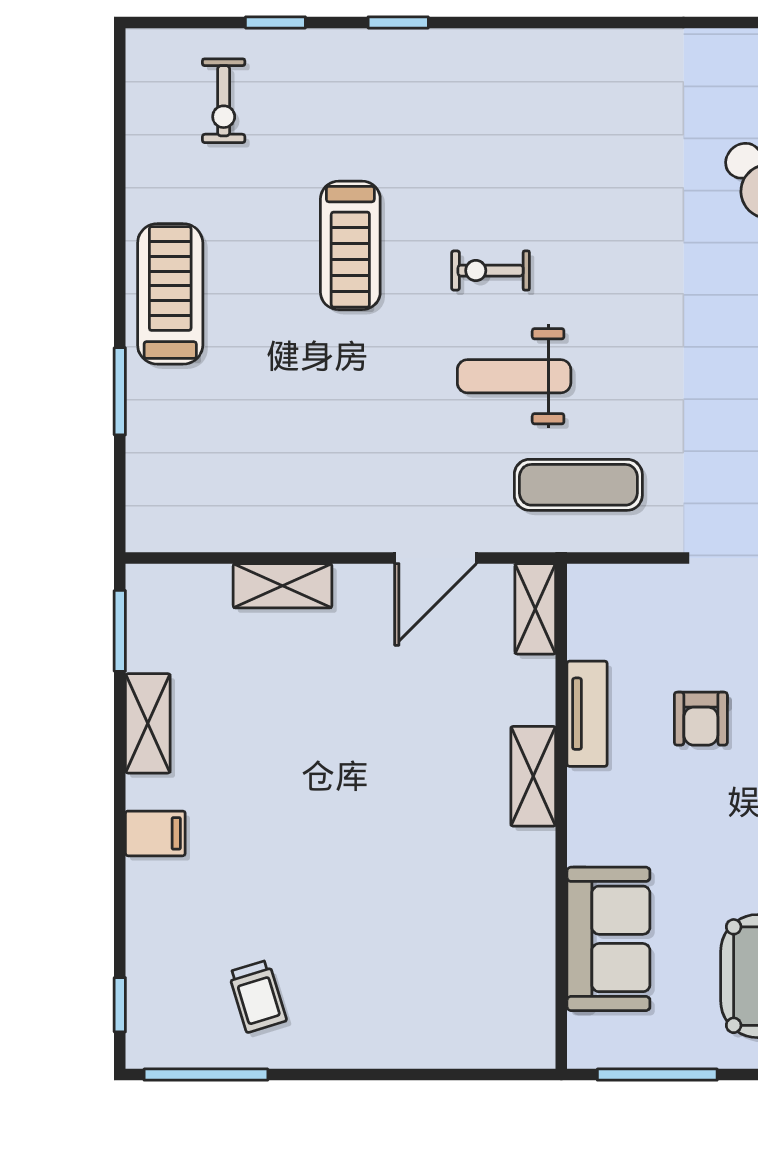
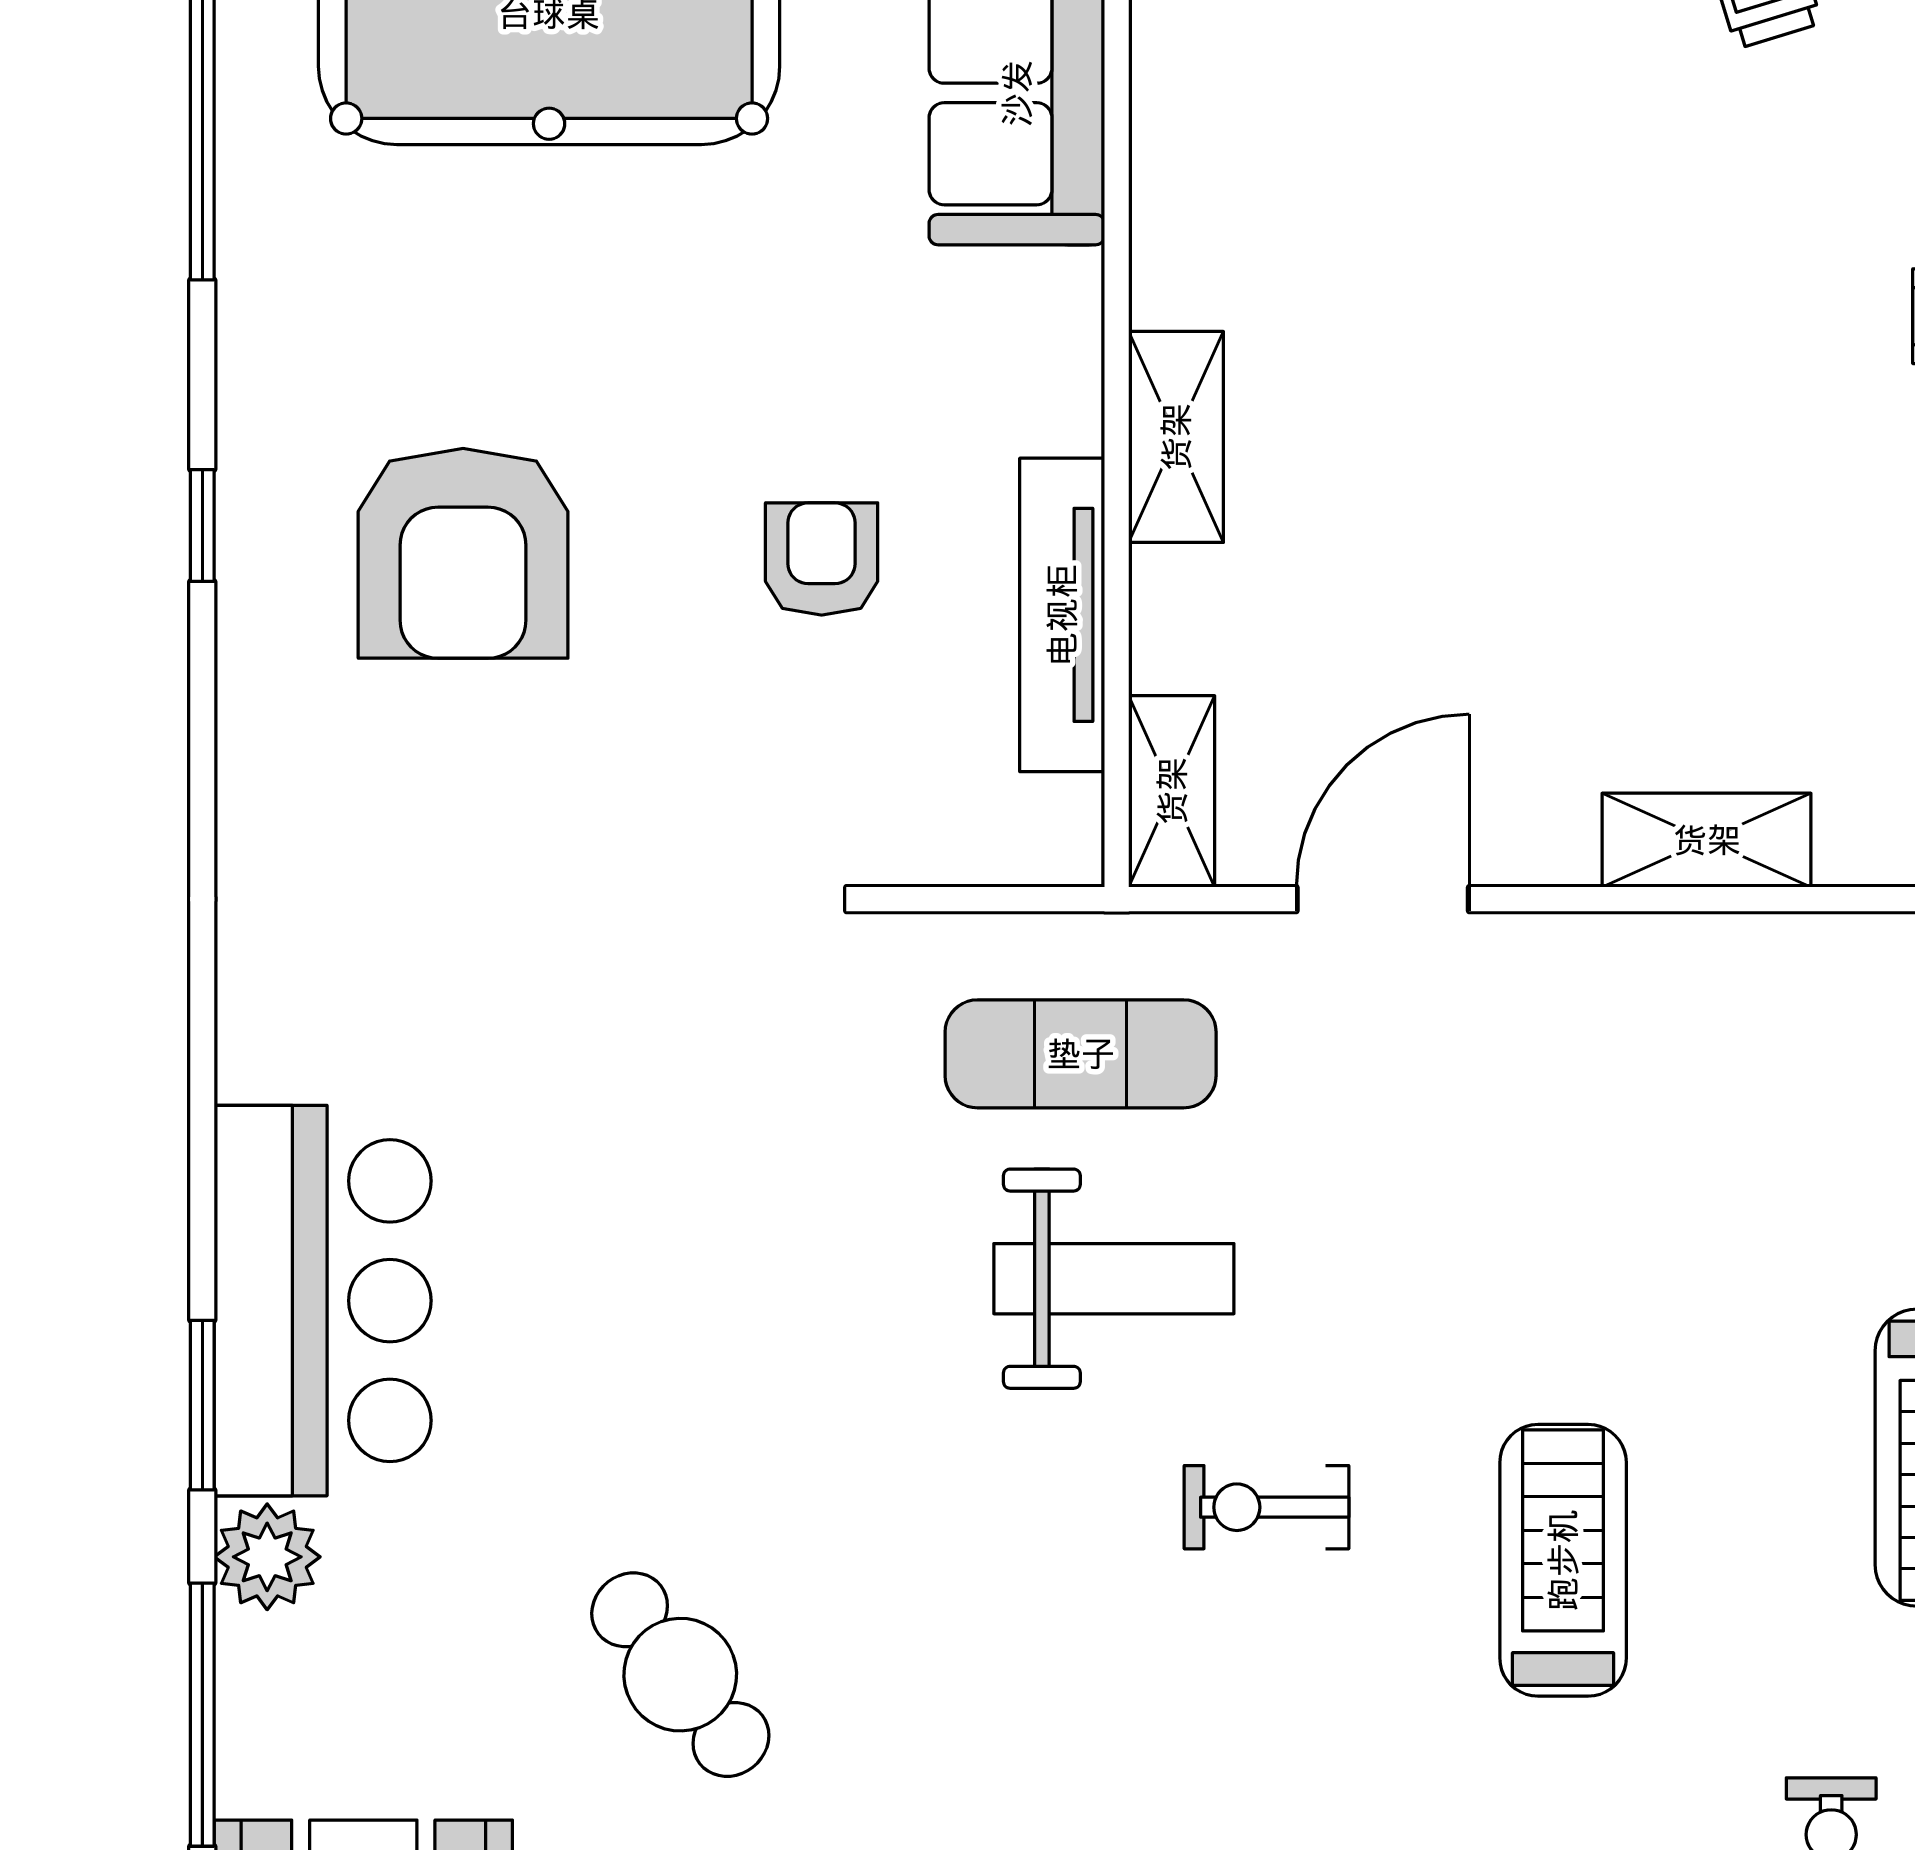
exercise bike: (491, 271) -> (1266, 1507), turned 180
weight bench: (514, 376) -> (1114, 1279), moved
tv unit: (587, 714) -> (1062, 615), width x1.41

